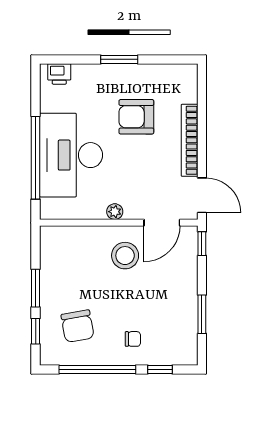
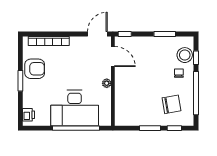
armchair: (136, 117) -> (35, 69), moved, turned -90
bookcase: (190, 140) -> (49, 41), moved
stool: (125, 256) -> (185, 55), moved

